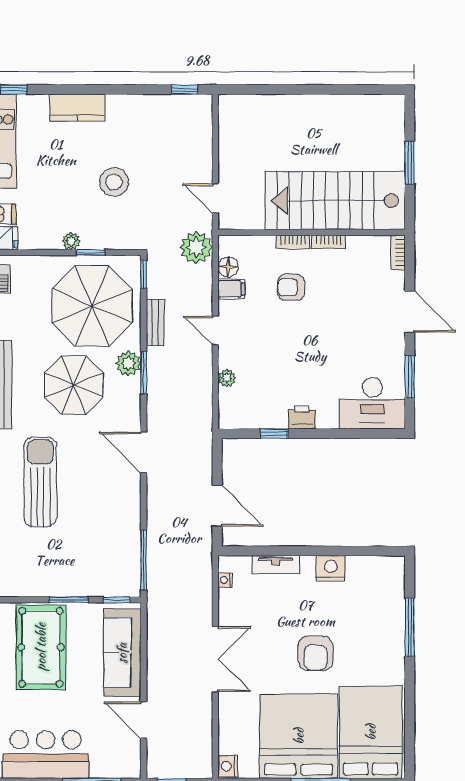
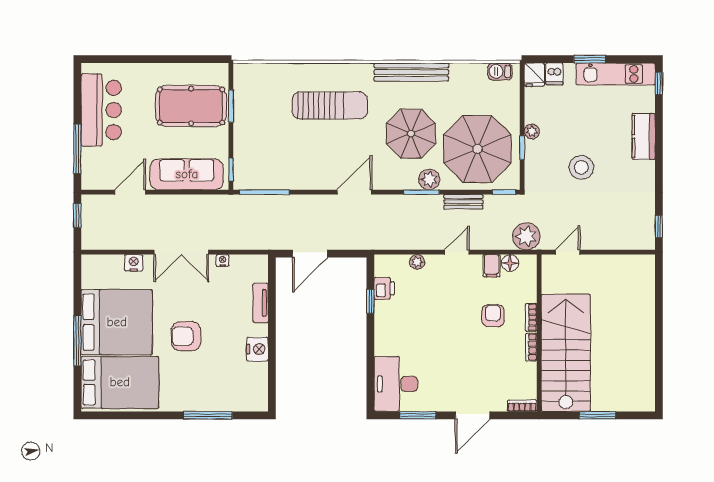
printer: (302, 417) -> (384, 288), moved
nightstand: (225, 580) -> (223, 260), moved
window: (69, 600) -> (231, 106), moved
nightstand: (228, 766) -> (134, 263), moved

